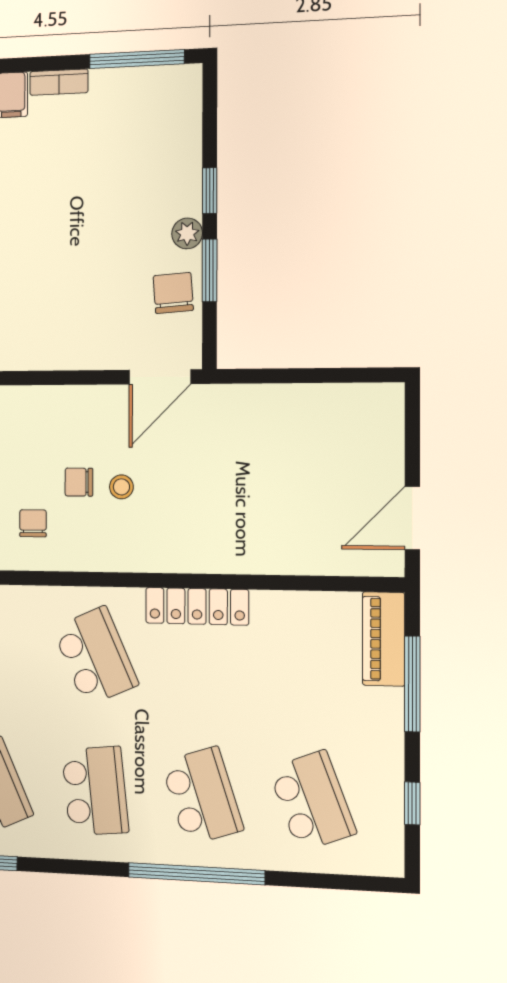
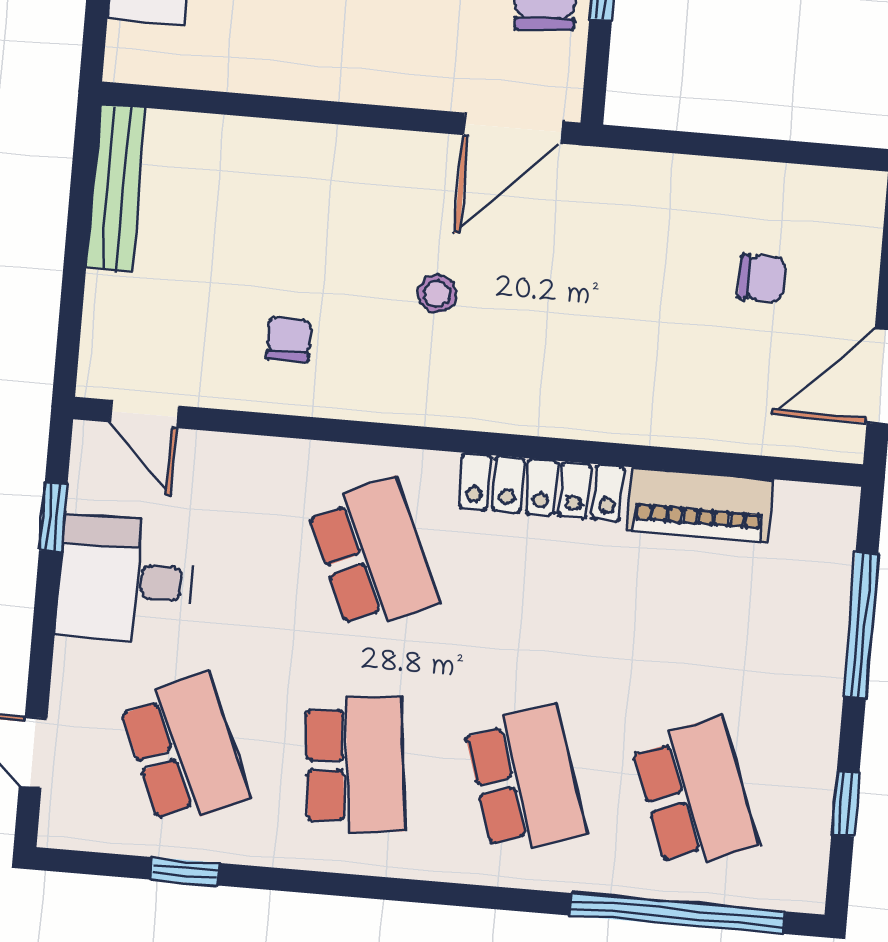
chair: (79, 482) -> (762, 278), moved, turned 180
piano: (384, 639) -> (699, 505), moved, turned -90
window: (196, 874) -> (678, 913), moved

